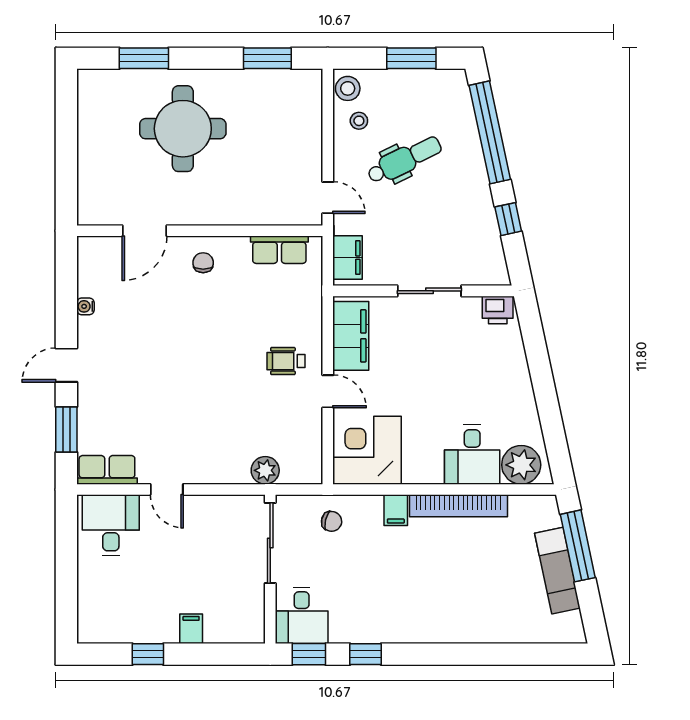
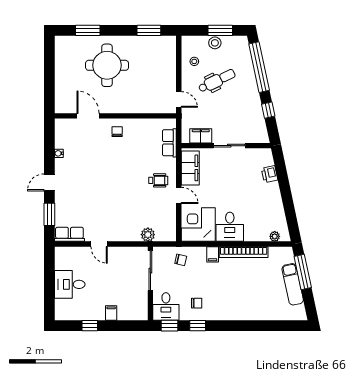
stool: (348, 88) -> (215, 43), moved
door: (144, 231) -> (88, 116), swing flipped
row of seats: (279, 250) -> (169, 143), moved, turned 90
filing cabinet: (348, 258) -> (201, 136), moved, turned -90
printer: (498, 310) -> (270, 174), moved, turned 78
wheelchair: (286, 361) -> (158, 180), turned 180
desk: (472, 455) -> (230, 227), moved
plant: (521, 465) -> (275, 236), width x0.53, depth x0.53
desk: (111, 525) -> (70, 284), moved, turned -90
chair: (364, 609) -> (197, 303), added

